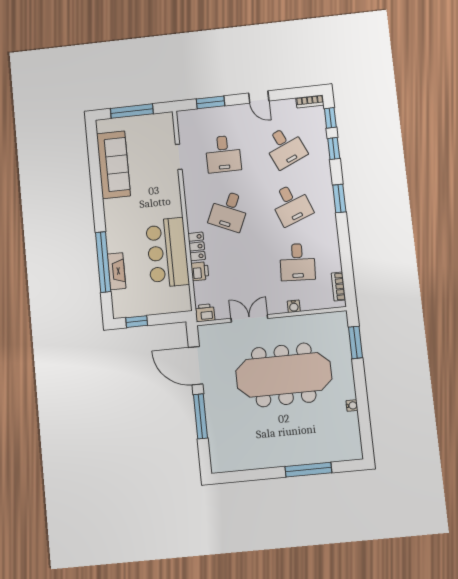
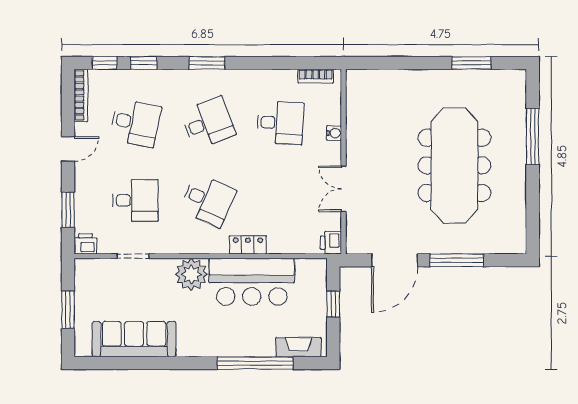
bookcase: (310, 101) -> (81, 95), width x1.56
window: (132, 111) -> (68, 310), width x0.69
desk: (285, 147) -> (135, 123), turned 36
plant: (169, 204) -> (191, 274), added
fireplace: (117, 271) -> (298, 347), moved
printer: (200, 271) -> (85, 244), moved
window: (137, 322) -> (333, 304), moved
window: (356, 342) -> (471, 63), moved
meeting table: (284, 375) -> (454, 165), moved
water cooler: (352, 405) -> (461, 76), removed

